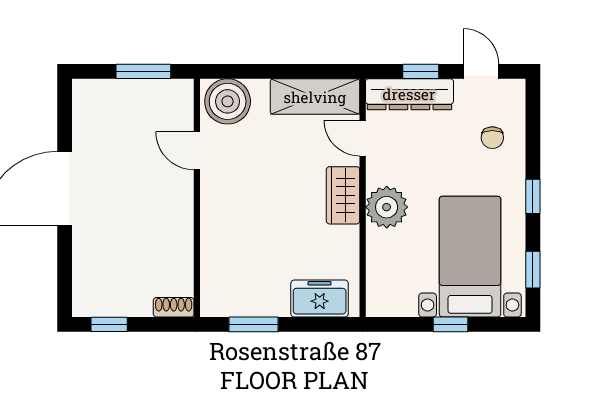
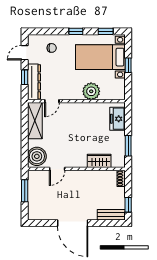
wardrobe: (343, 195) -> (99, 161), moved, turned 180
plant: (387, 207) -> (91, 91), moved
bench: (85, 283) -> (111, 215), added

